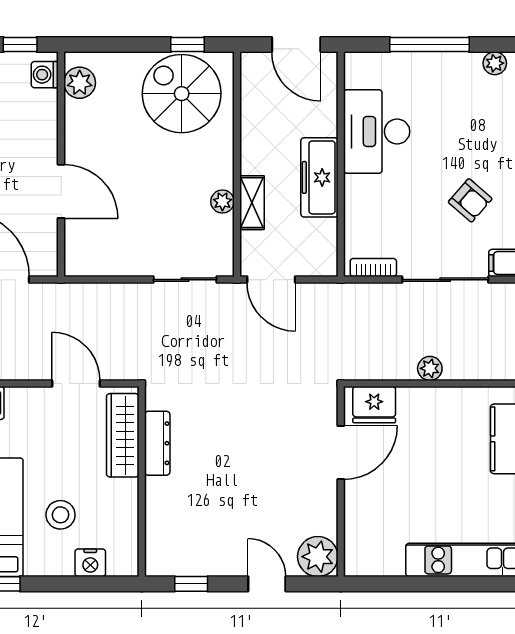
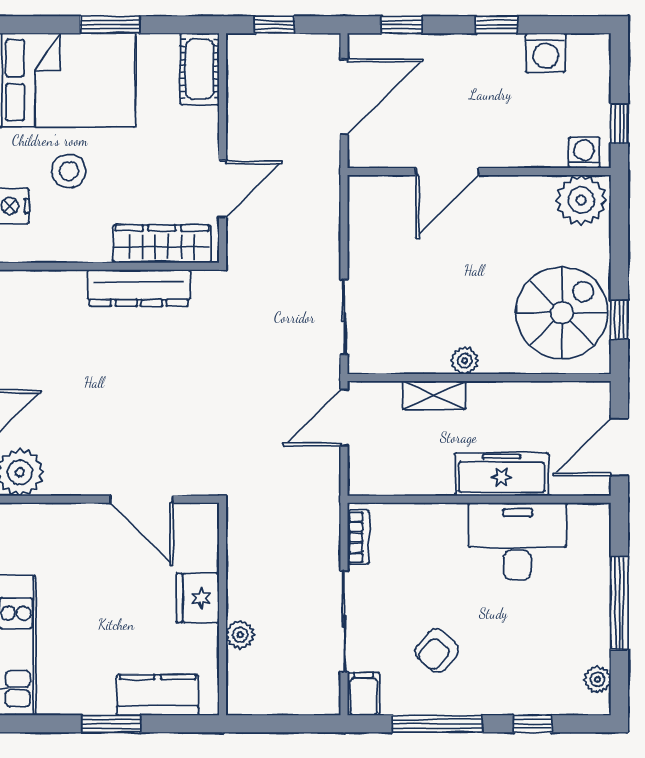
plant: (80, 83) -> (581, 200), width x1.36, depth x1.36
freezer: (319, 177) -> (502, 474), moved
plant: (222, 202) -> (465, 361), moved
plant: (430, 368) -> (240, 635), moved
fridge: (374, 405) -> (198, 598), moved
dresser: (157, 443) -> (139, 288), width x1.37, depth x1.24

